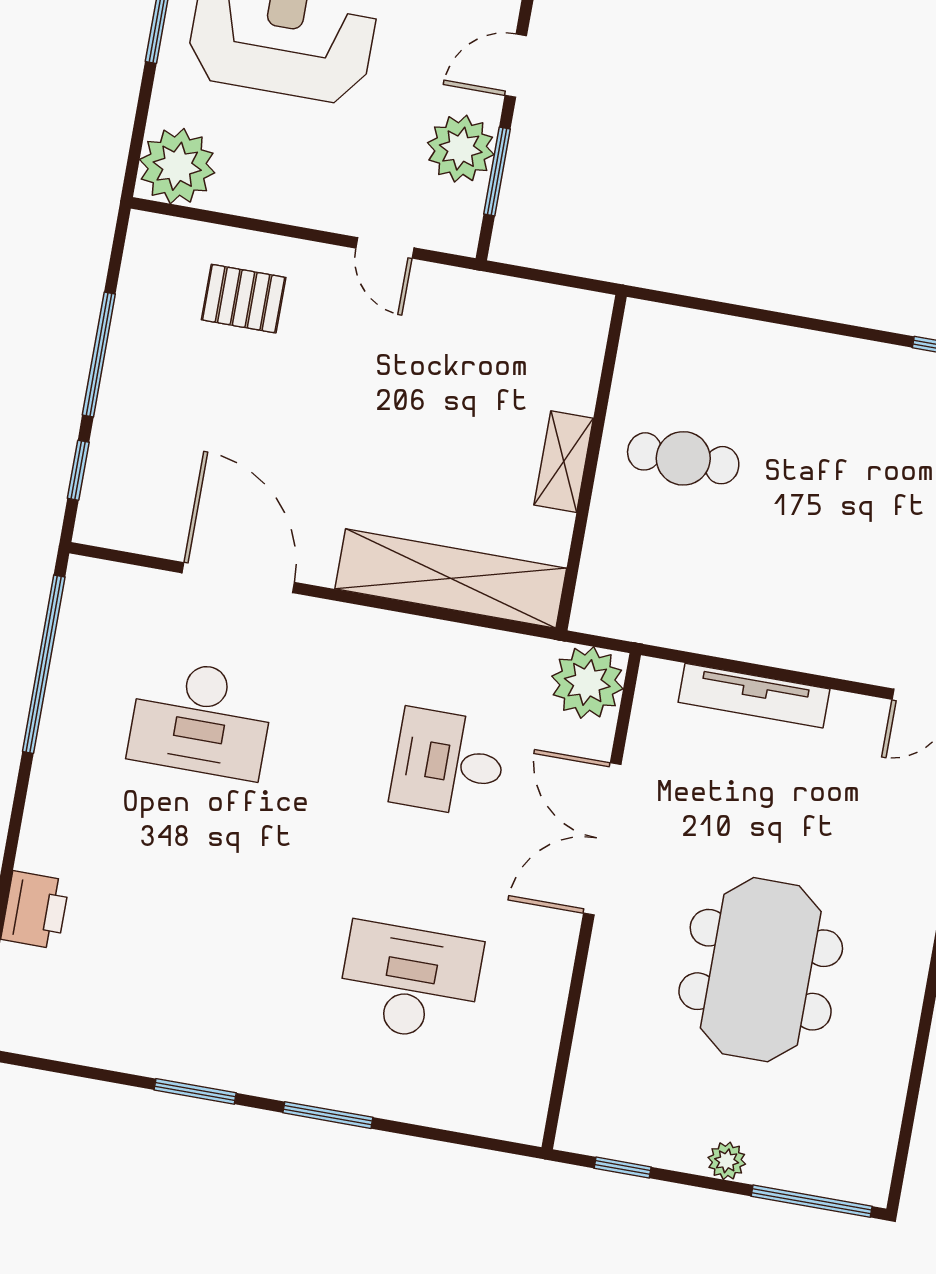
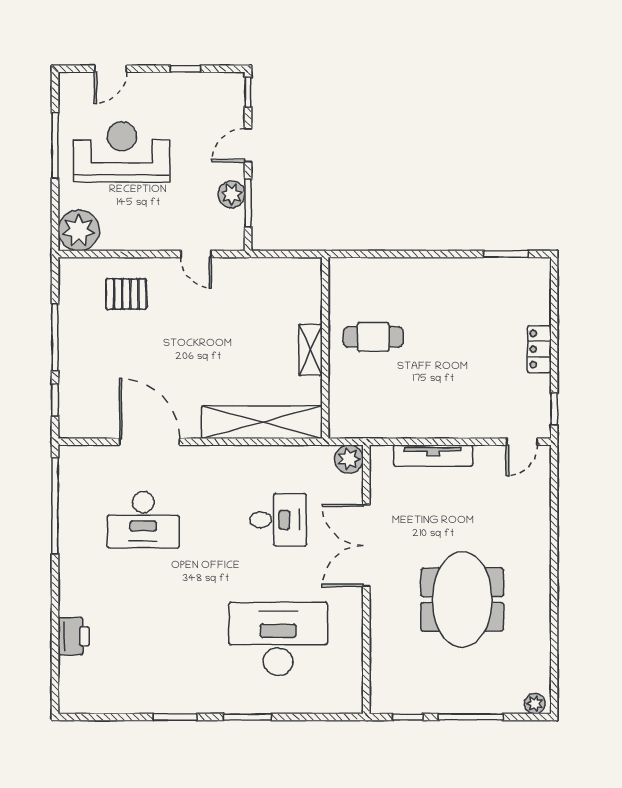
plant: (461, 149) -> (232, 194), width x0.73, depth x0.73
plant: (587, 683) -> (349, 459), width x0.73, depth x0.73
desk: (449, 763) -> (278, 520), turned 180
desk: (410, 982) -> (278, 639), width x1.36, depth x1.30
plant: (727, 1161) -> (535, 704), moved
window: (812, 1201) -> (471, 717), moved

